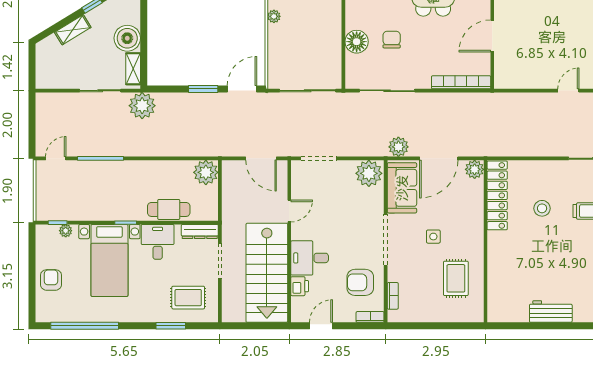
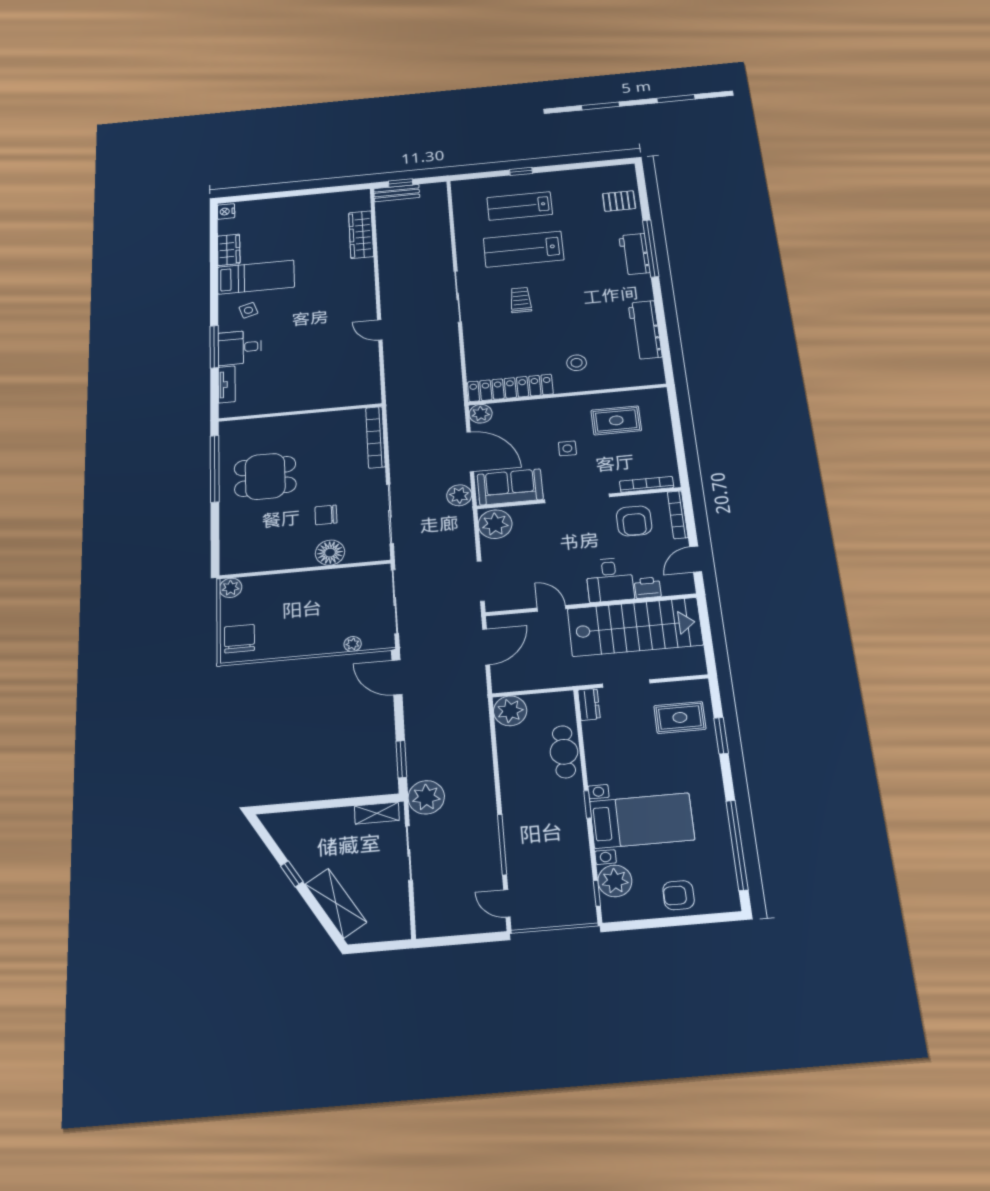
plant: (274, 16) -> (353, 644), moved
shelving: (73, 30) -> (336, 903), width x1.50, depth x1.33
door: (492, 36) -> (318, 411), removed
boiler: (127, 38) -> (336, 824), removed
window: (203, 89) -> (401, 759), moved
stool: (542, 208) -> (577, 363), moved
plant: (66, 231) -> (615, 881), width x1.88, depth x1.88
dresser: (200, 232) -> (589, 704), width x0.70
desk: (158, 242) -> (609, 762), removed
bookcase: (393, 296) -> (647, 484), width x1.56
rug: (188, 298) -> (680, 717), turned 90
workbench: (551, 312) -> (645, 330), width x1.38
bookcase: (370, 317) -> (678, 515), width x1.56
door: (321, 326) -> (696, 559), hinge flipped

